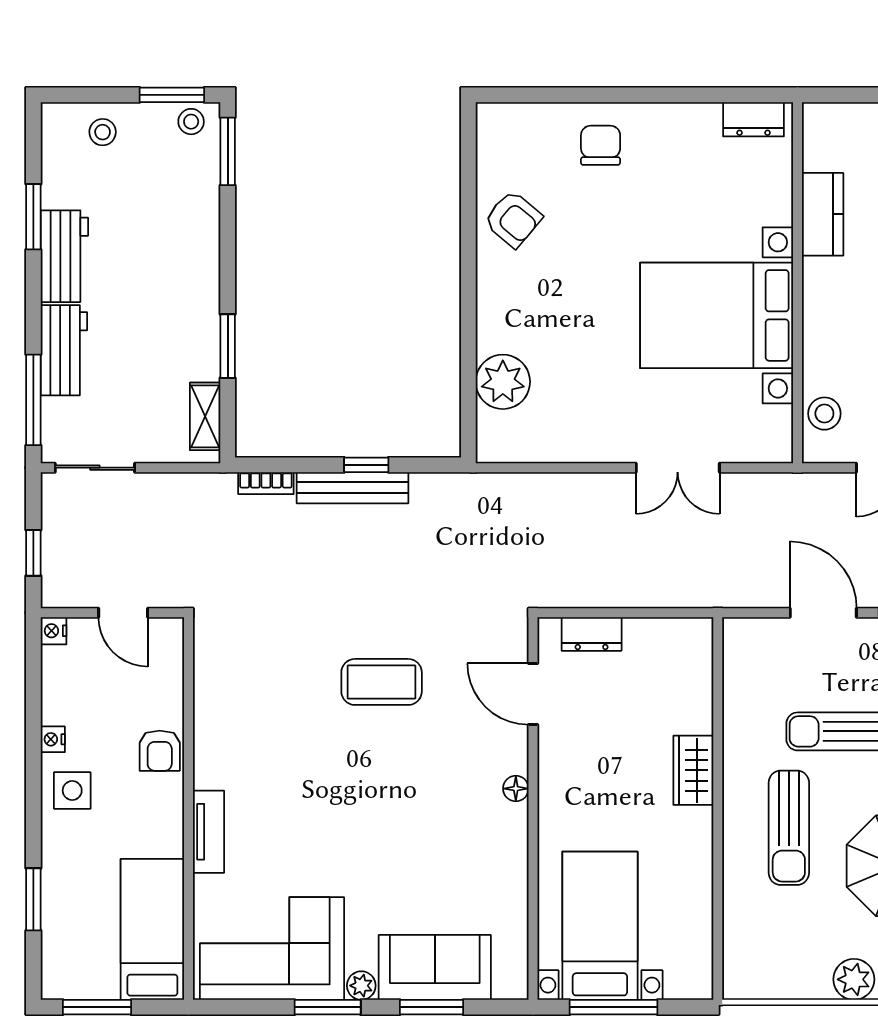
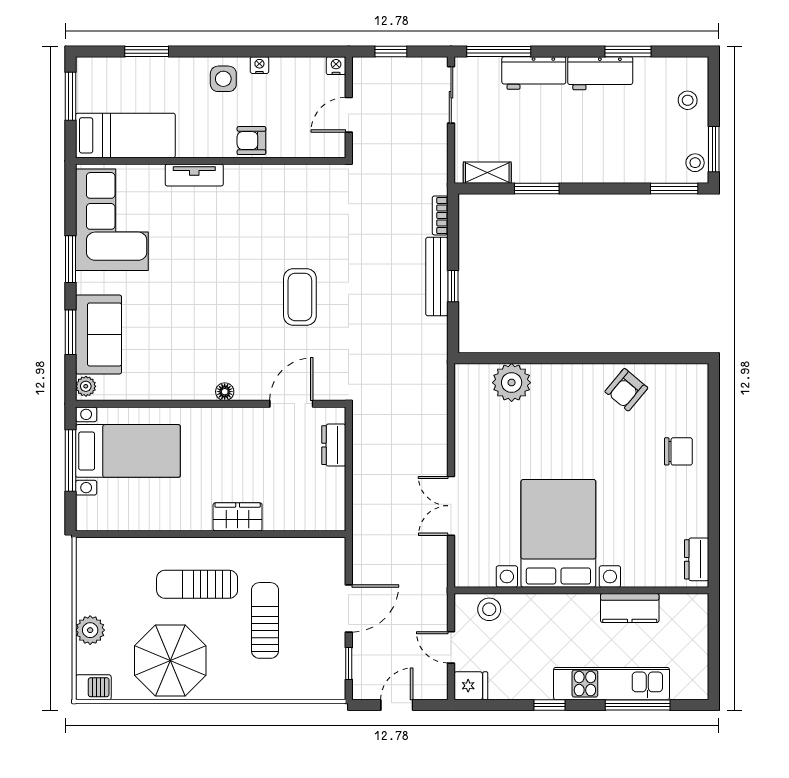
plant: (361, 986) -> (86, 386), moved

